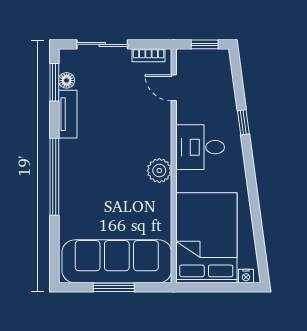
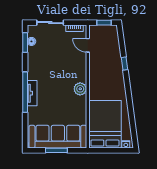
tv unit: (68, 114) -> (32, 93), moved
desk: (200, 147) -> (102, 77), removed

